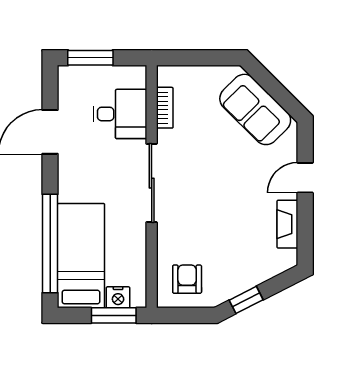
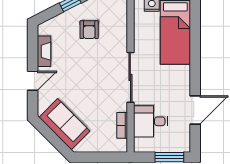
window: (50, 244) -> (195, 39), removed
armchair: (187, 279) -> (89, 30), moved

